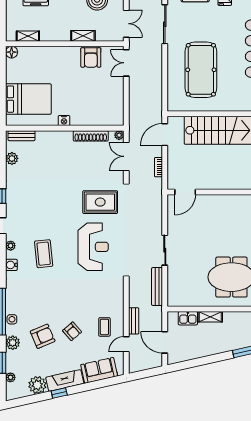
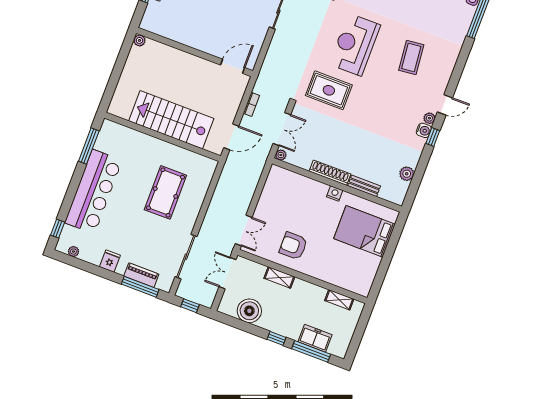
floor lamp: (12, 52) -> (363, 289), removed
armchair: (91, 57) -> (293, 246), moved, turned -90
pool table: (201, 70) -> (165, 192), width x0.73, depth x0.76
bench: (22, 136) -> (364, 186), moved
shoe rack: (91, 136) -> (330, 173), moved
plant: (11, 246) -> (429, 118), moved
water cooler: (11, 265) -> (424, 130), moved

